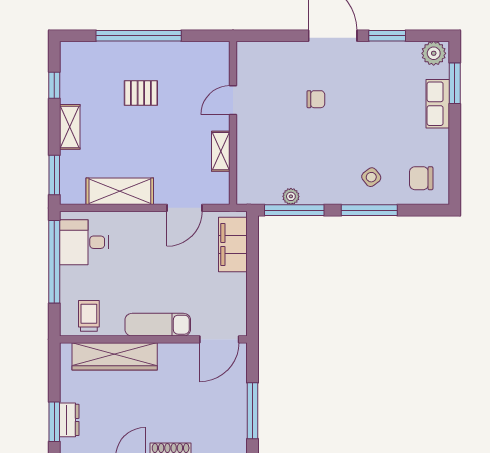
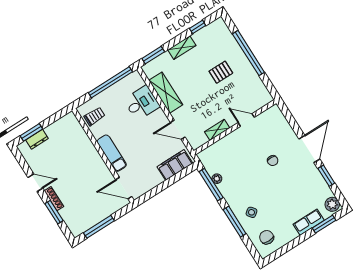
pallet: (141, 93) -> (221, 72), turned 90
desk: (84, 242) -> (142, 103), moved, turned 90
wardrobe: (115, 356) -> (83, 142), removed

